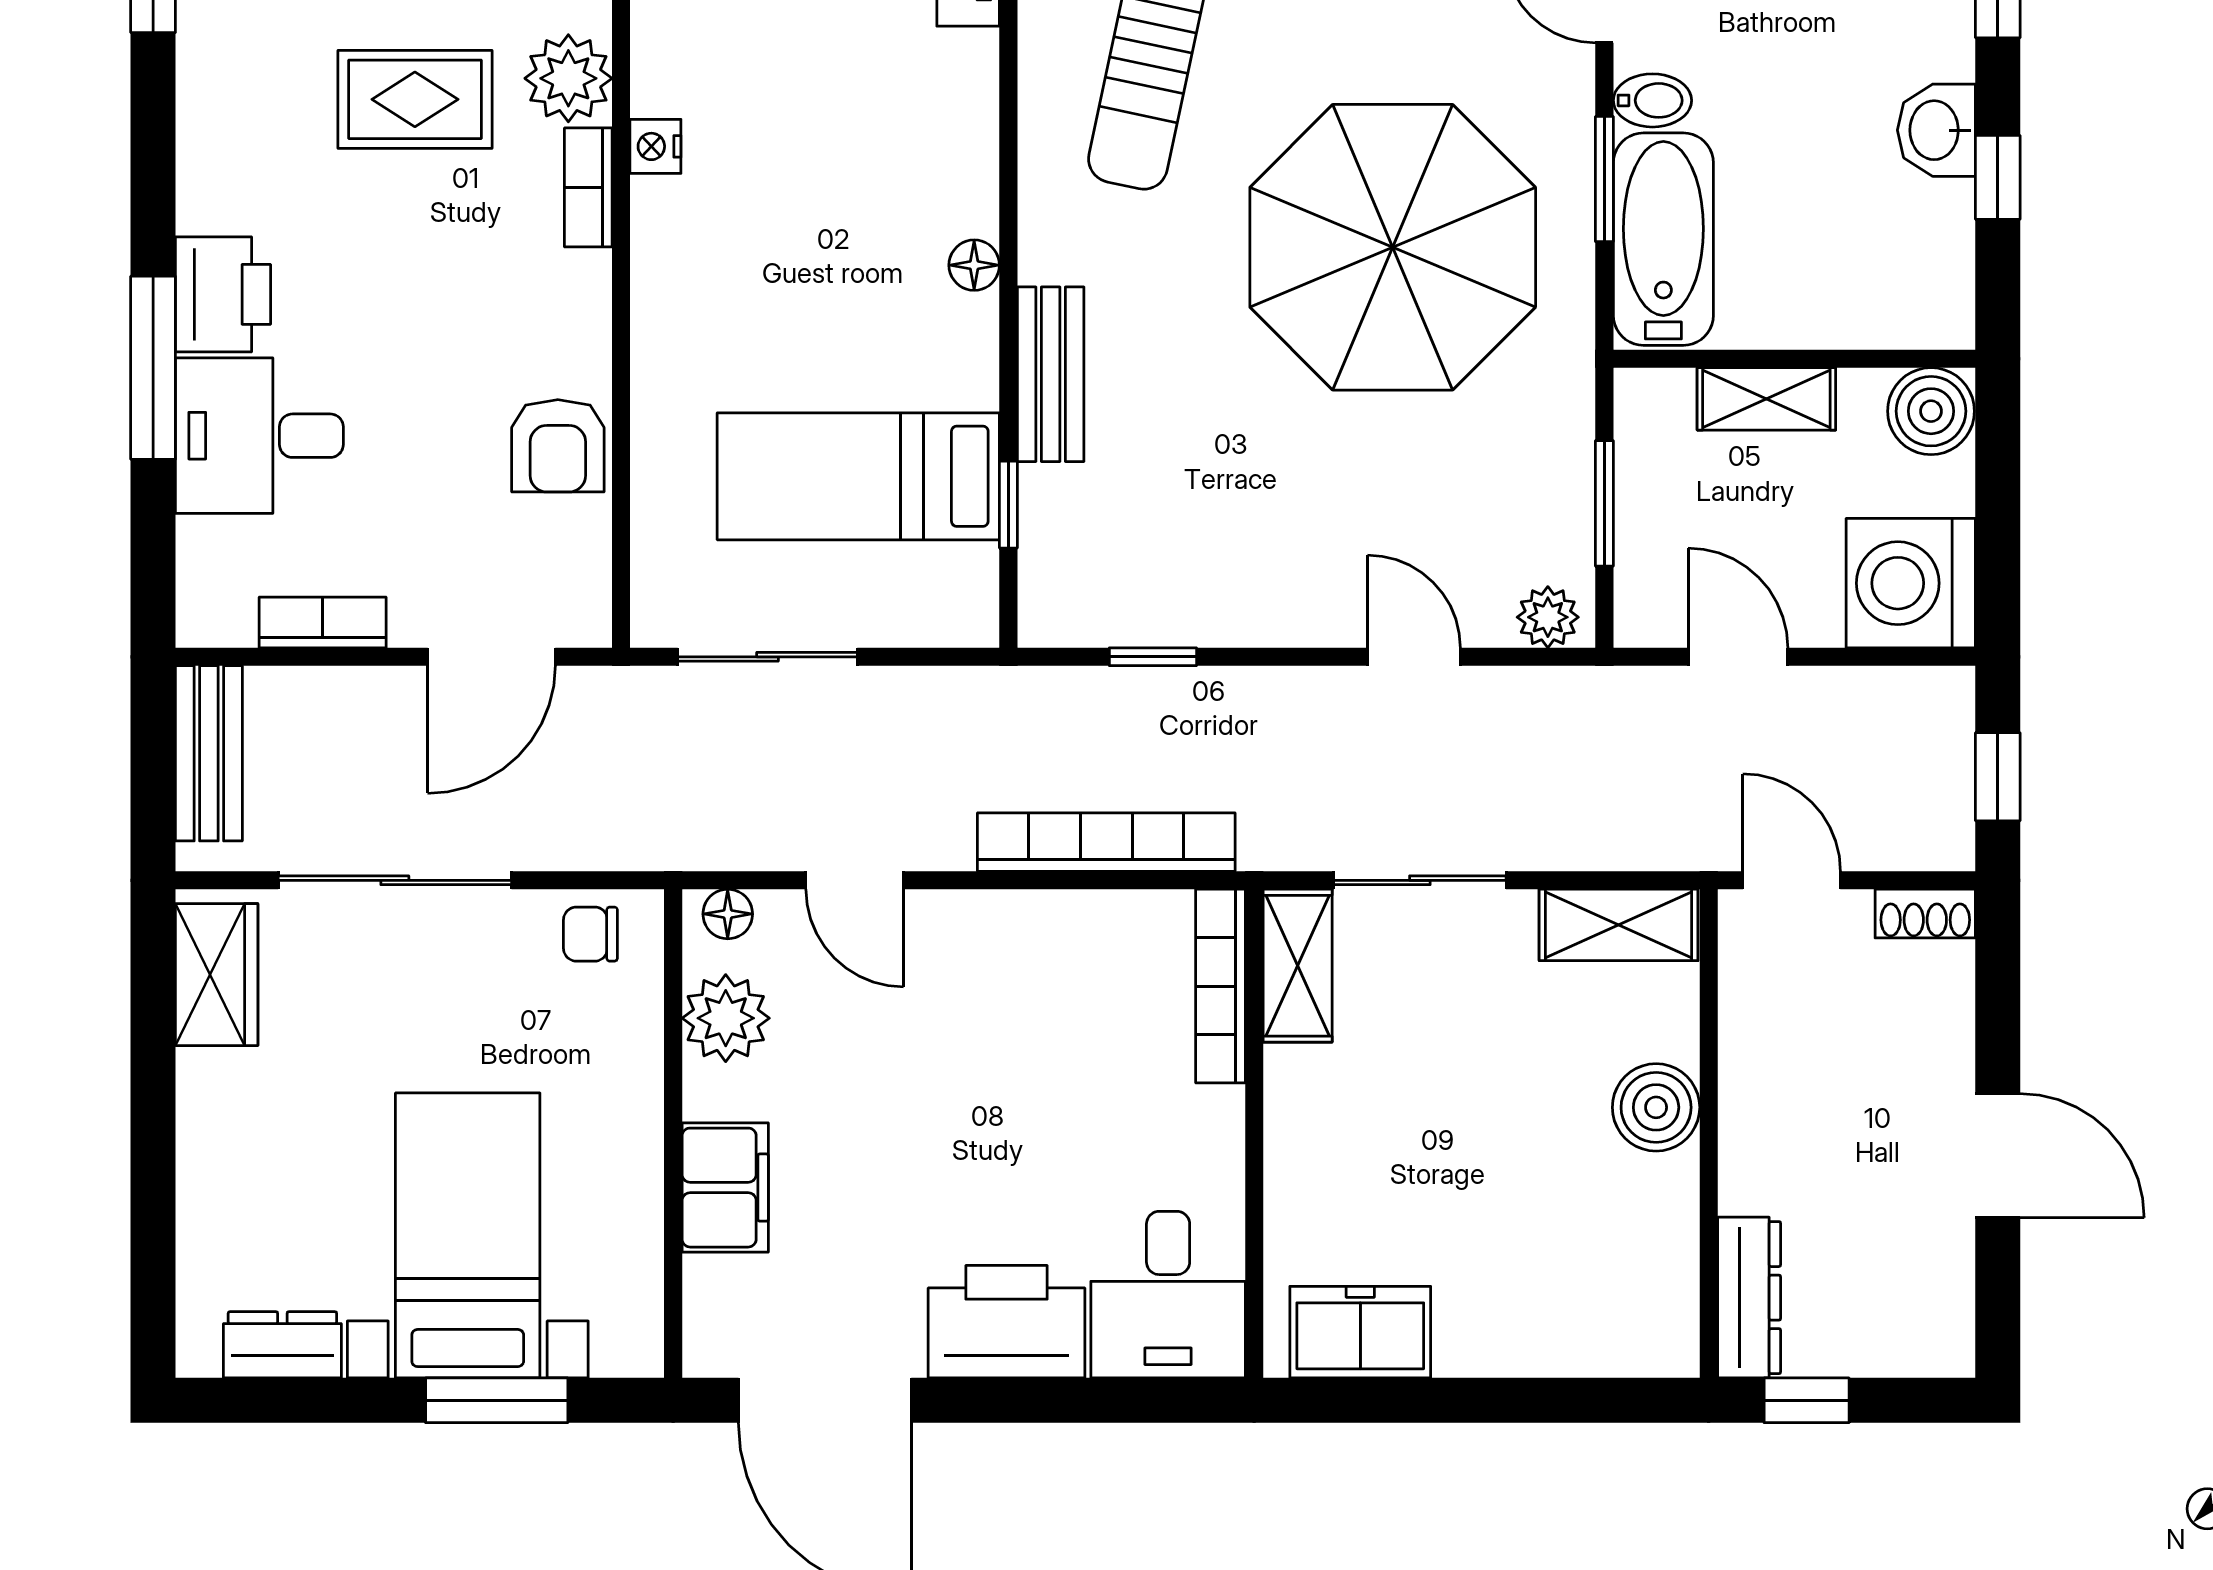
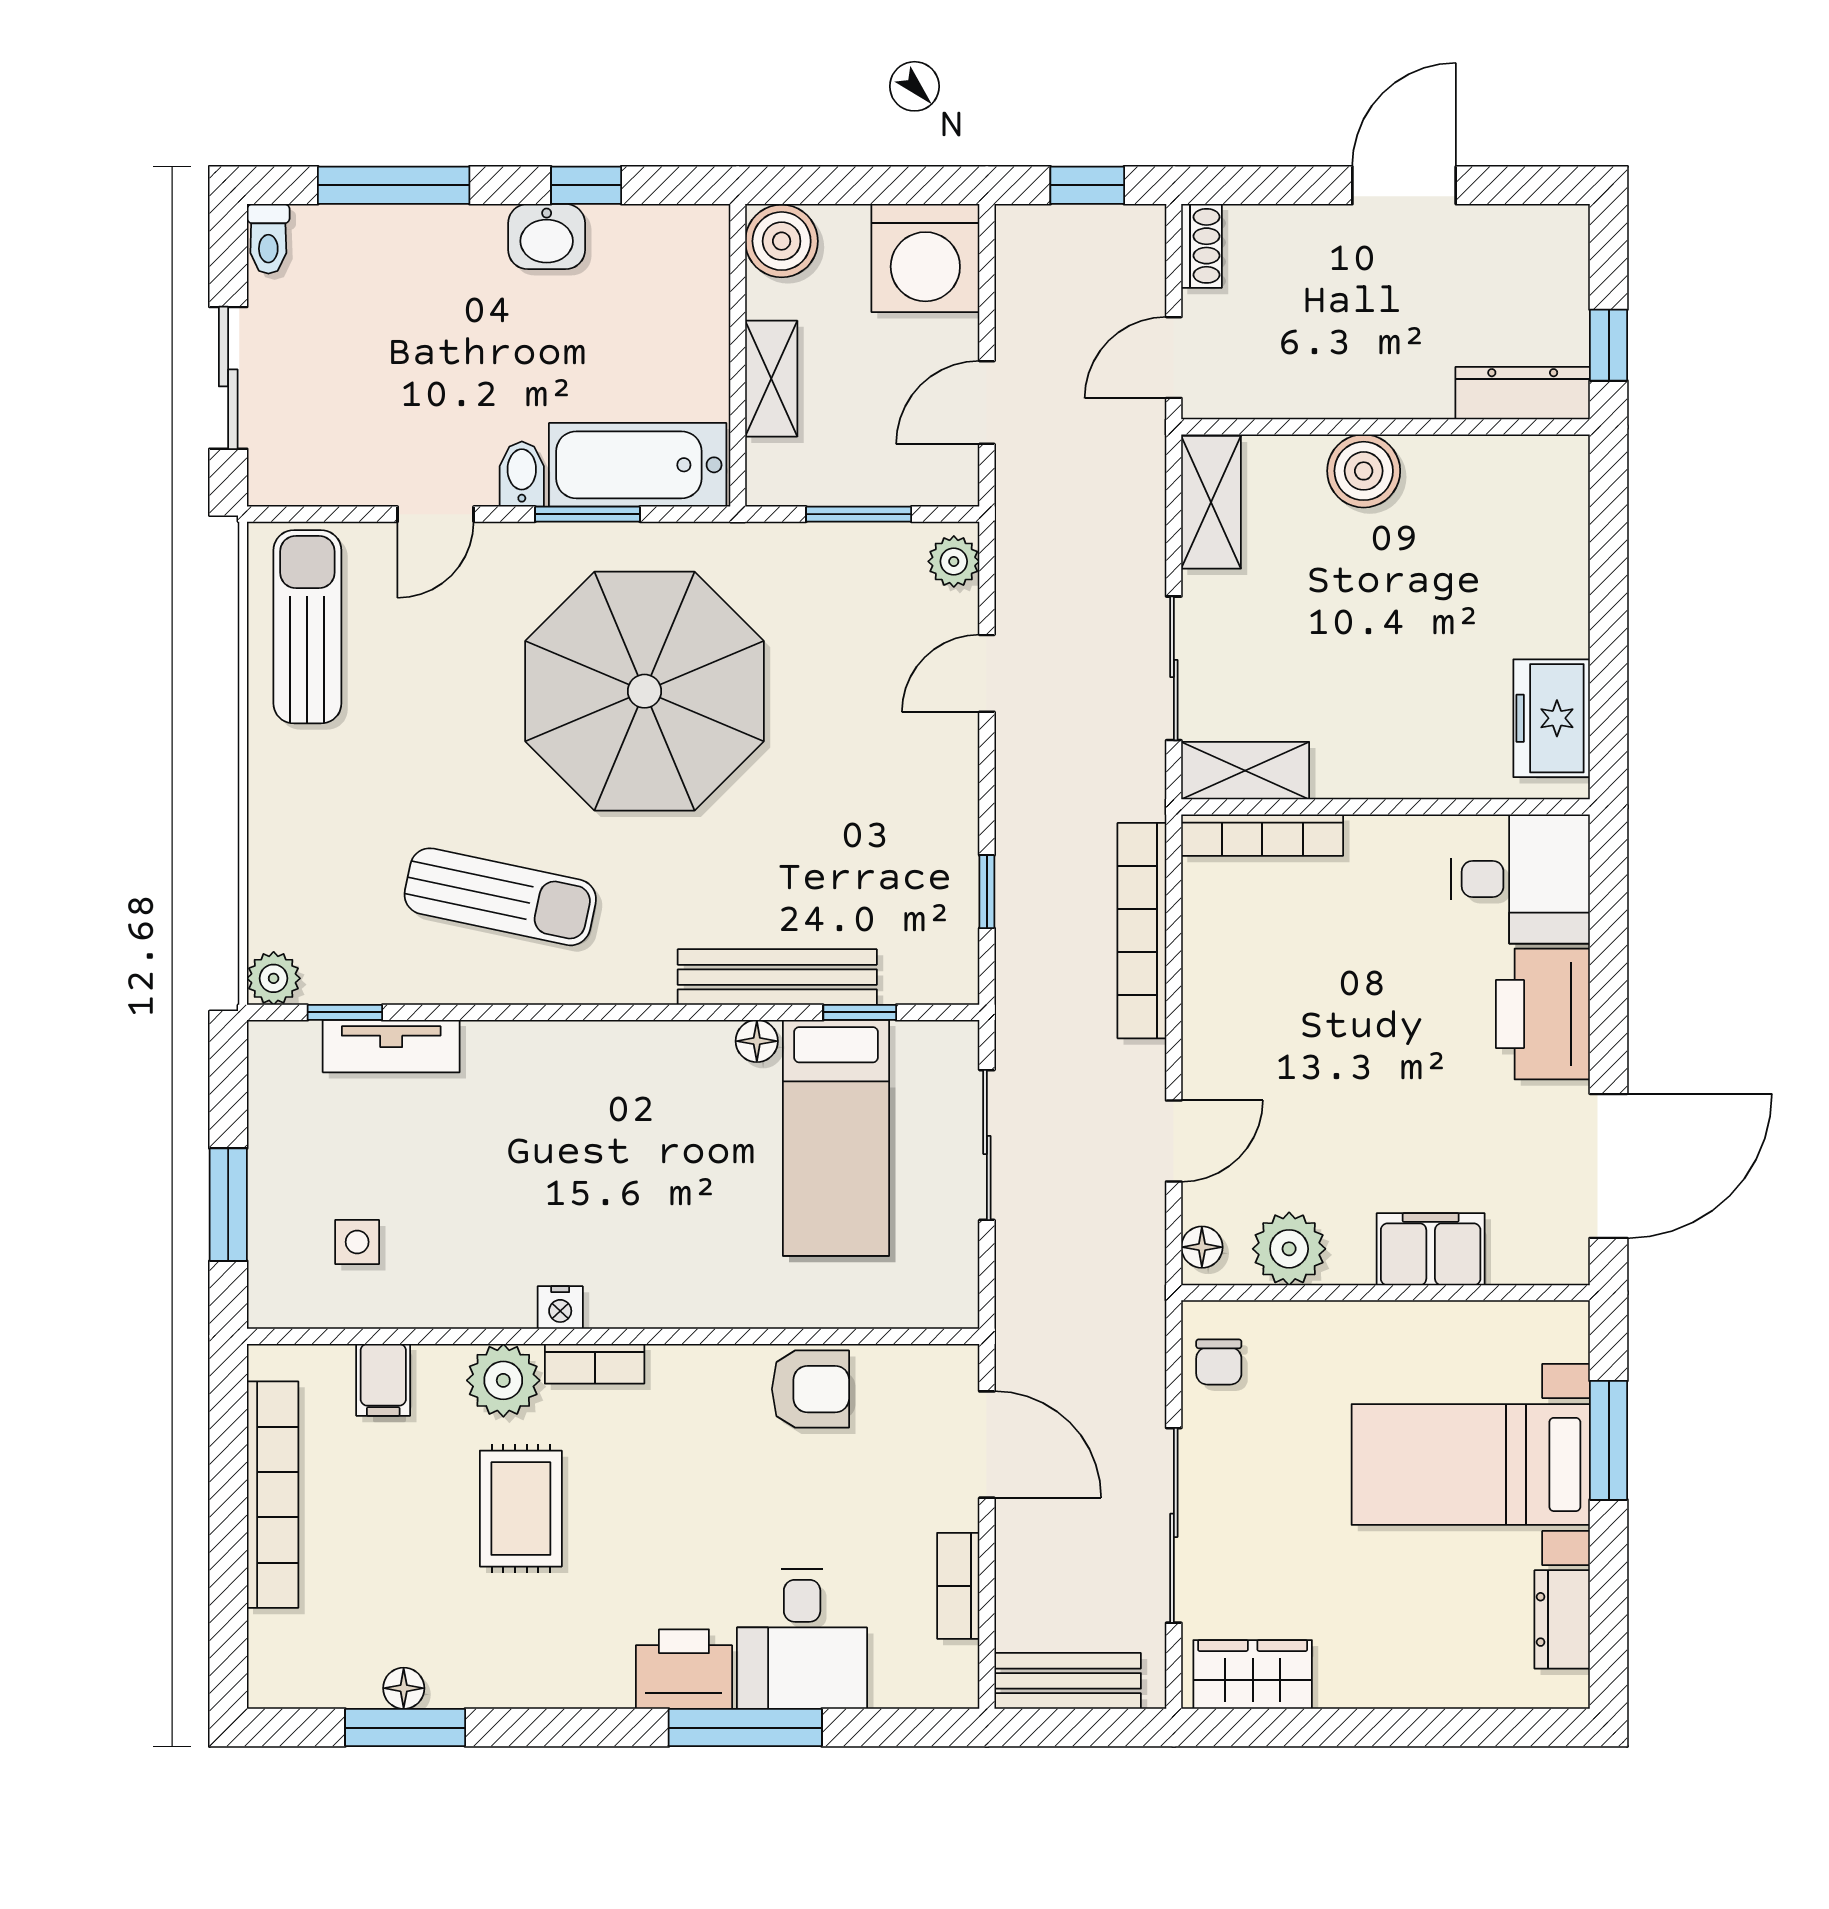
floor lamp: (974, 265) -> (757, 1041), moved
bench: (1051, 374) -> (777, 977), width x1.36
sliding door: (768, 657) -> (987, 1145), moved

